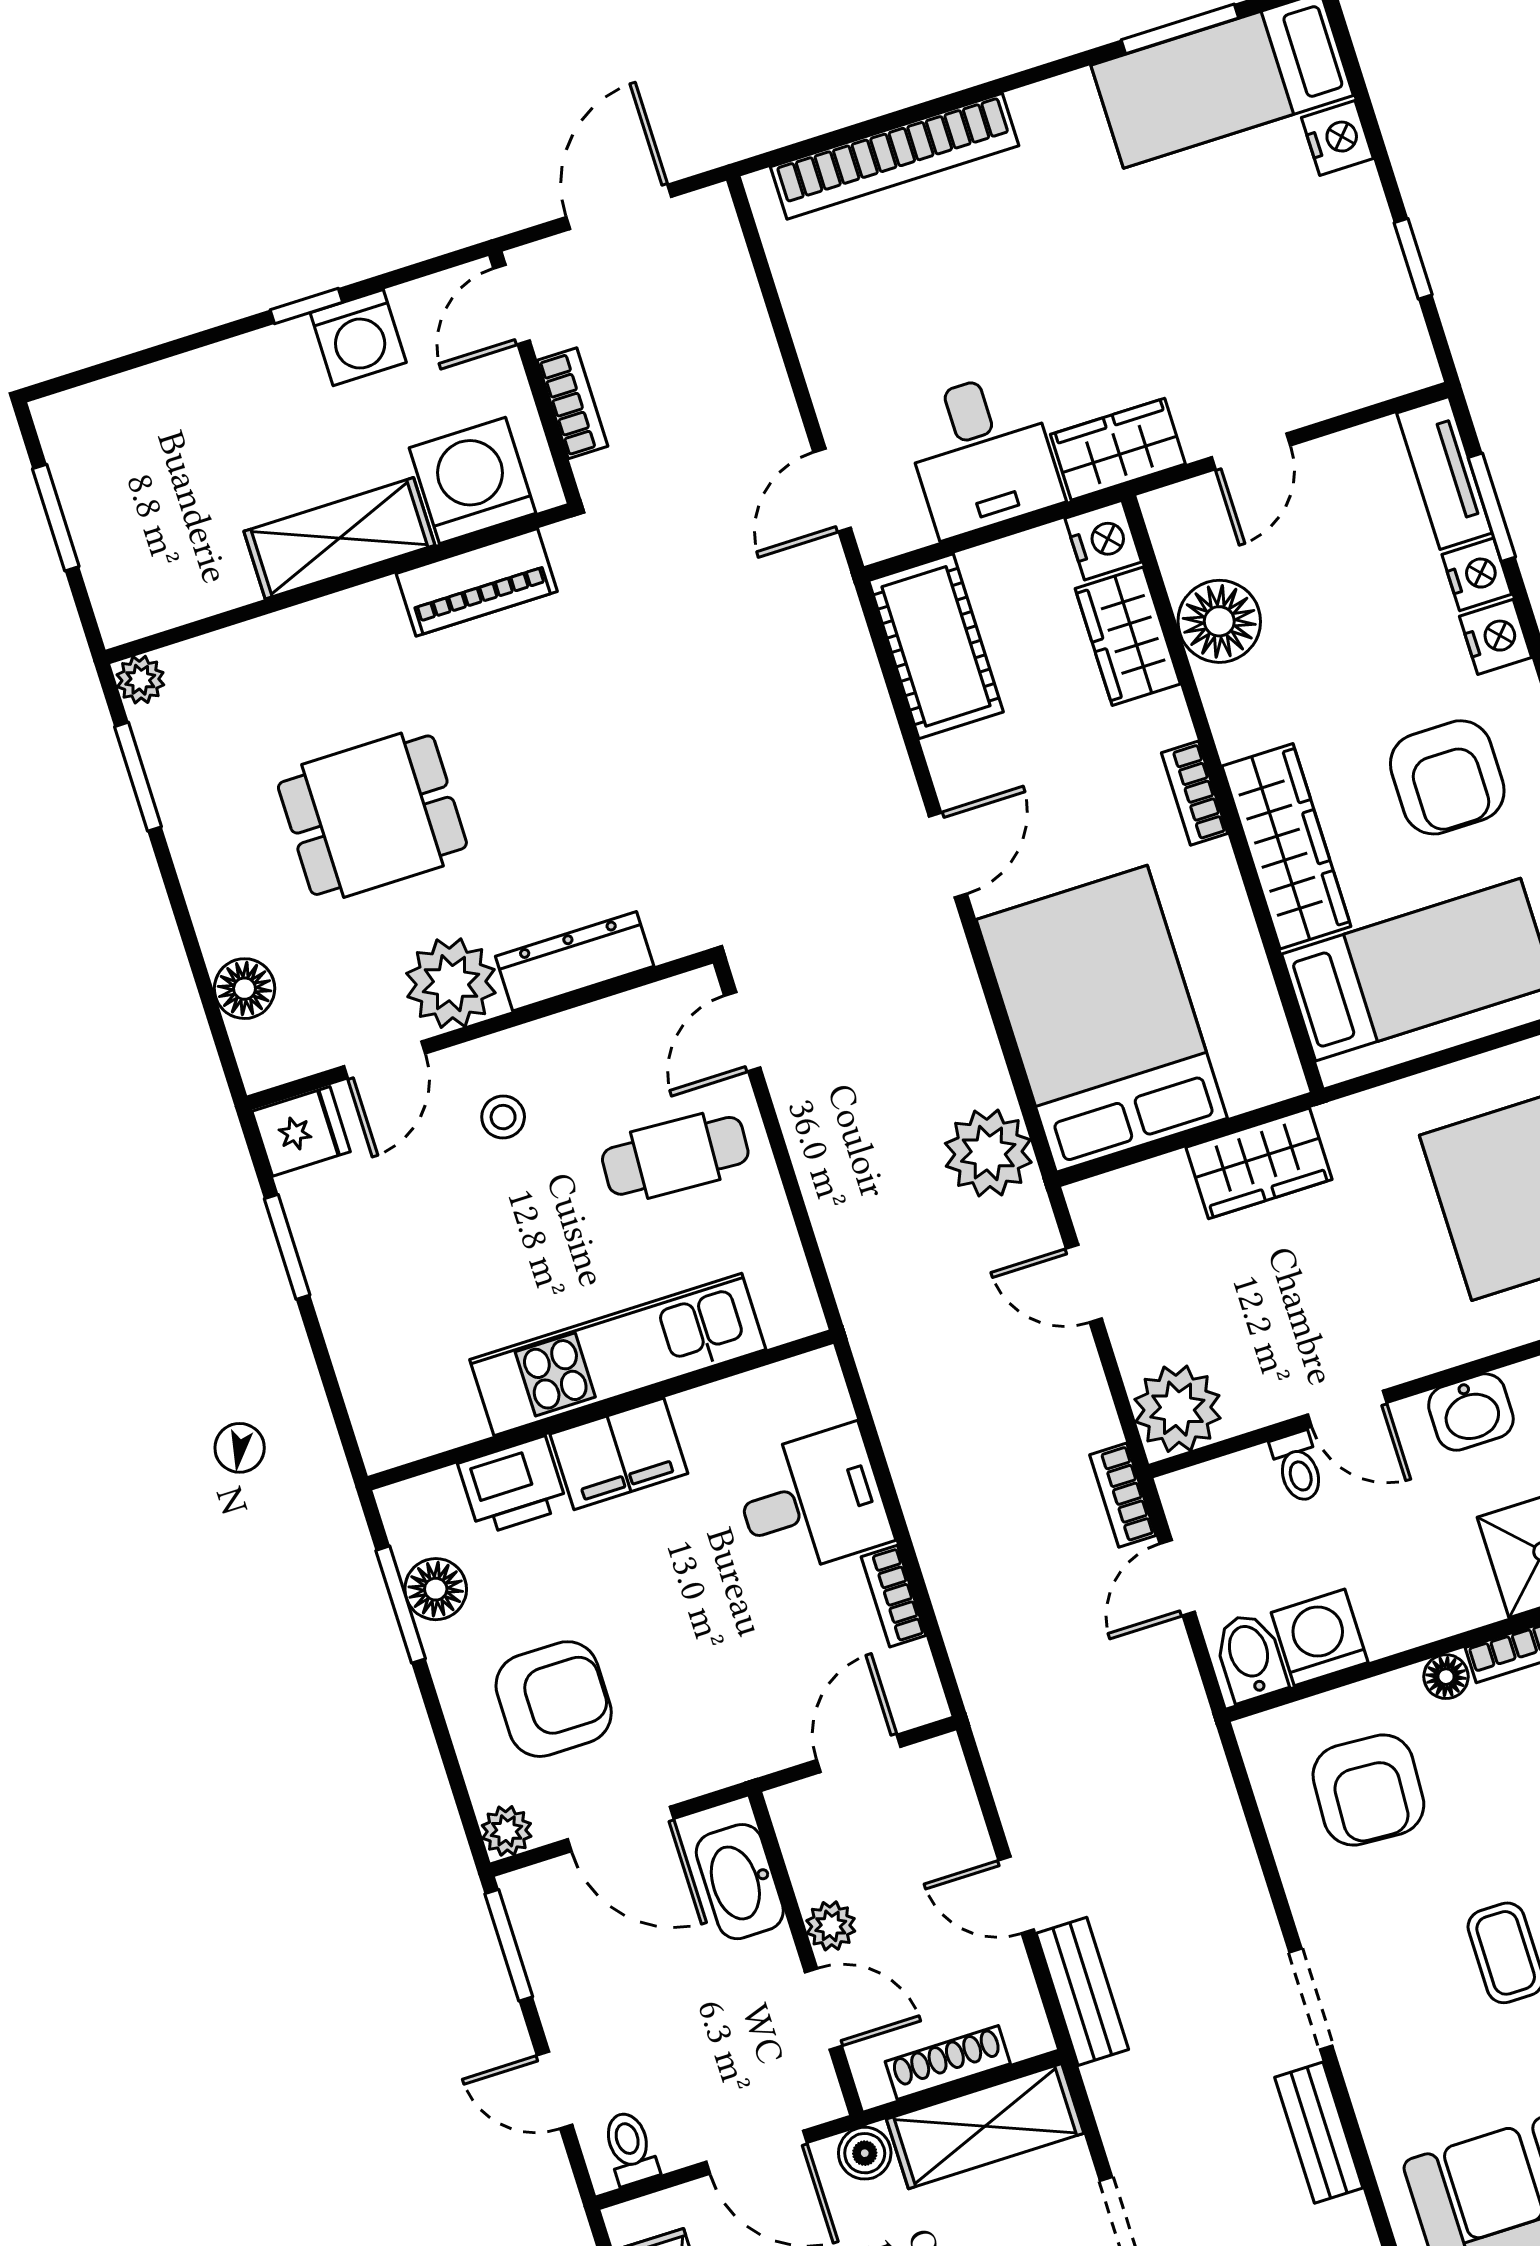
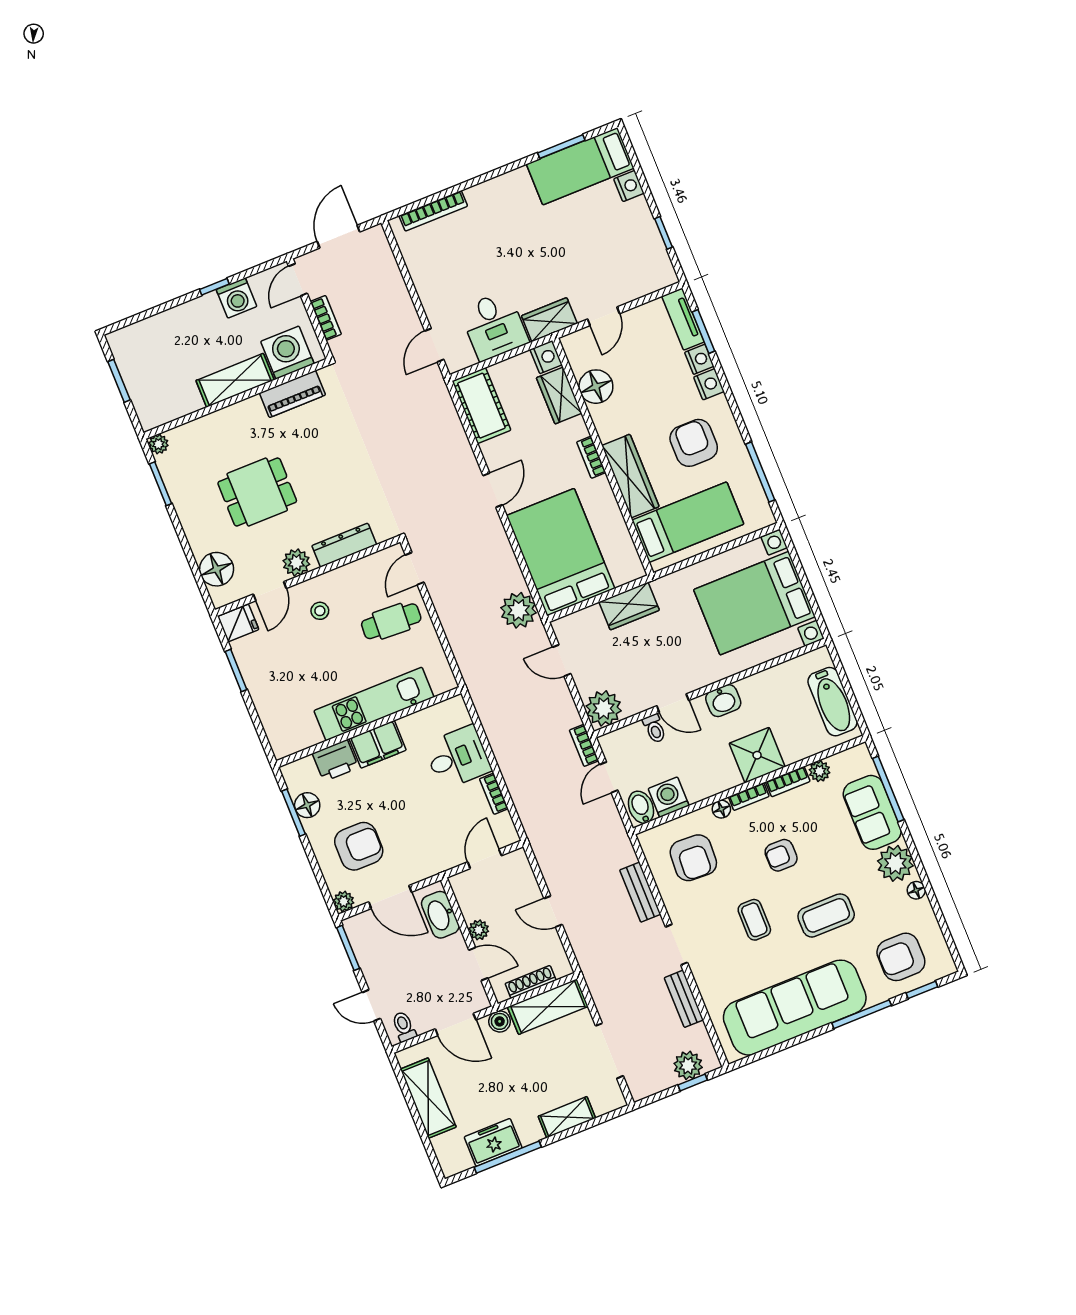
bookcase: (895, 156) -> (433, 211), width x0.68, depth x0.76
armchair: (1447, 777) -> (694, 443), turned 180
plant: (451, 983) -> (296, 563), width x0.73, depth x0.73
floor lamp: (245, 989) -> (217, 569), width x1.38, depth x1.38
bench: (1082, 1991) -> (640, 892), moved

